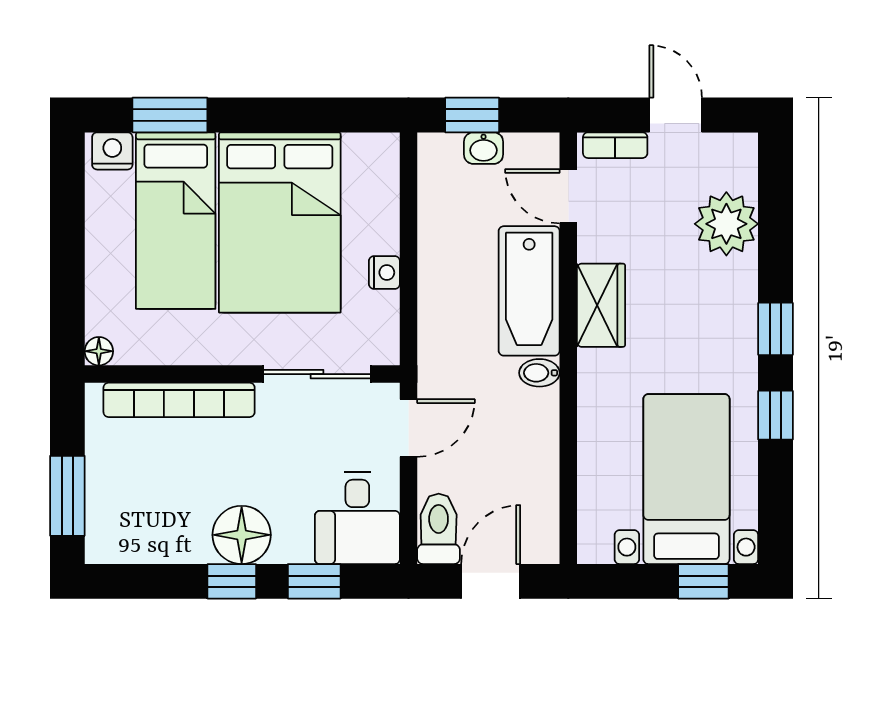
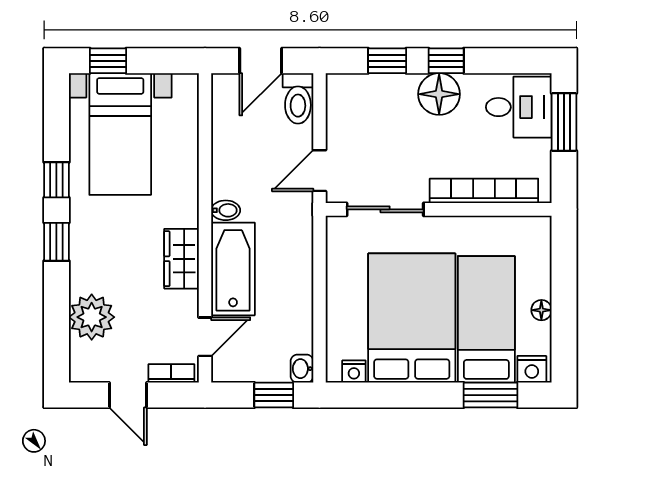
washbasin: (484, 148) -> (302, 369), moved, turned -90
door: (568, 196) -> (205, 337), hinge flipped
nightstand: (384, 272) -> (354, 372), moved, turned -90
floor lamp: (99, 351) -> (541, 310), moved
desk: (357, 518) -> (519, 107), moved, turned 90

